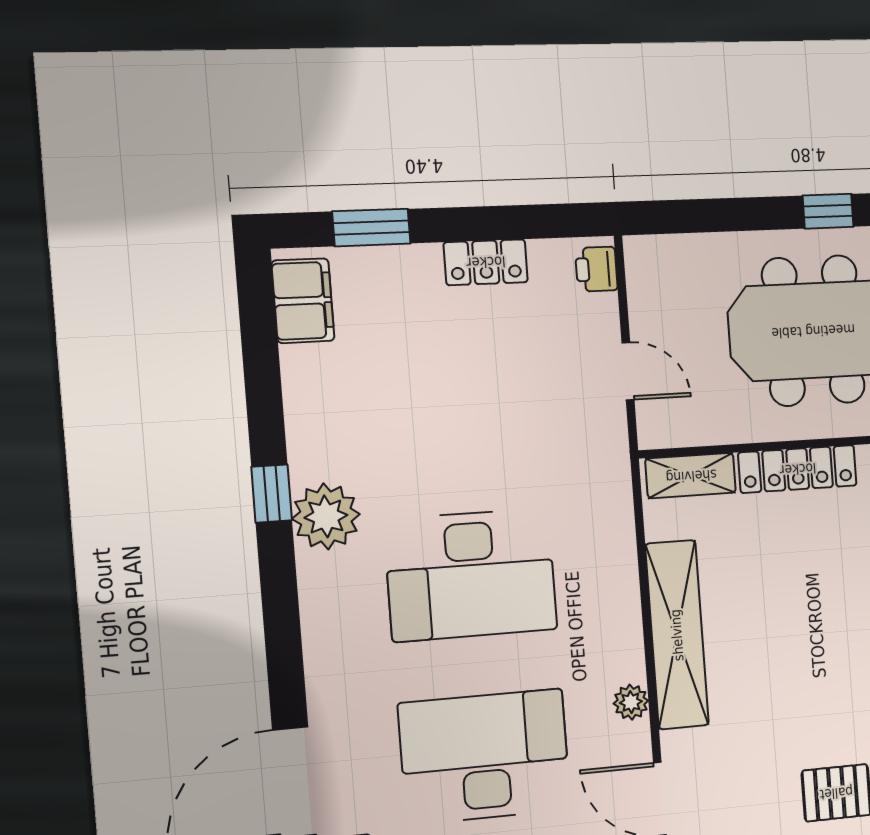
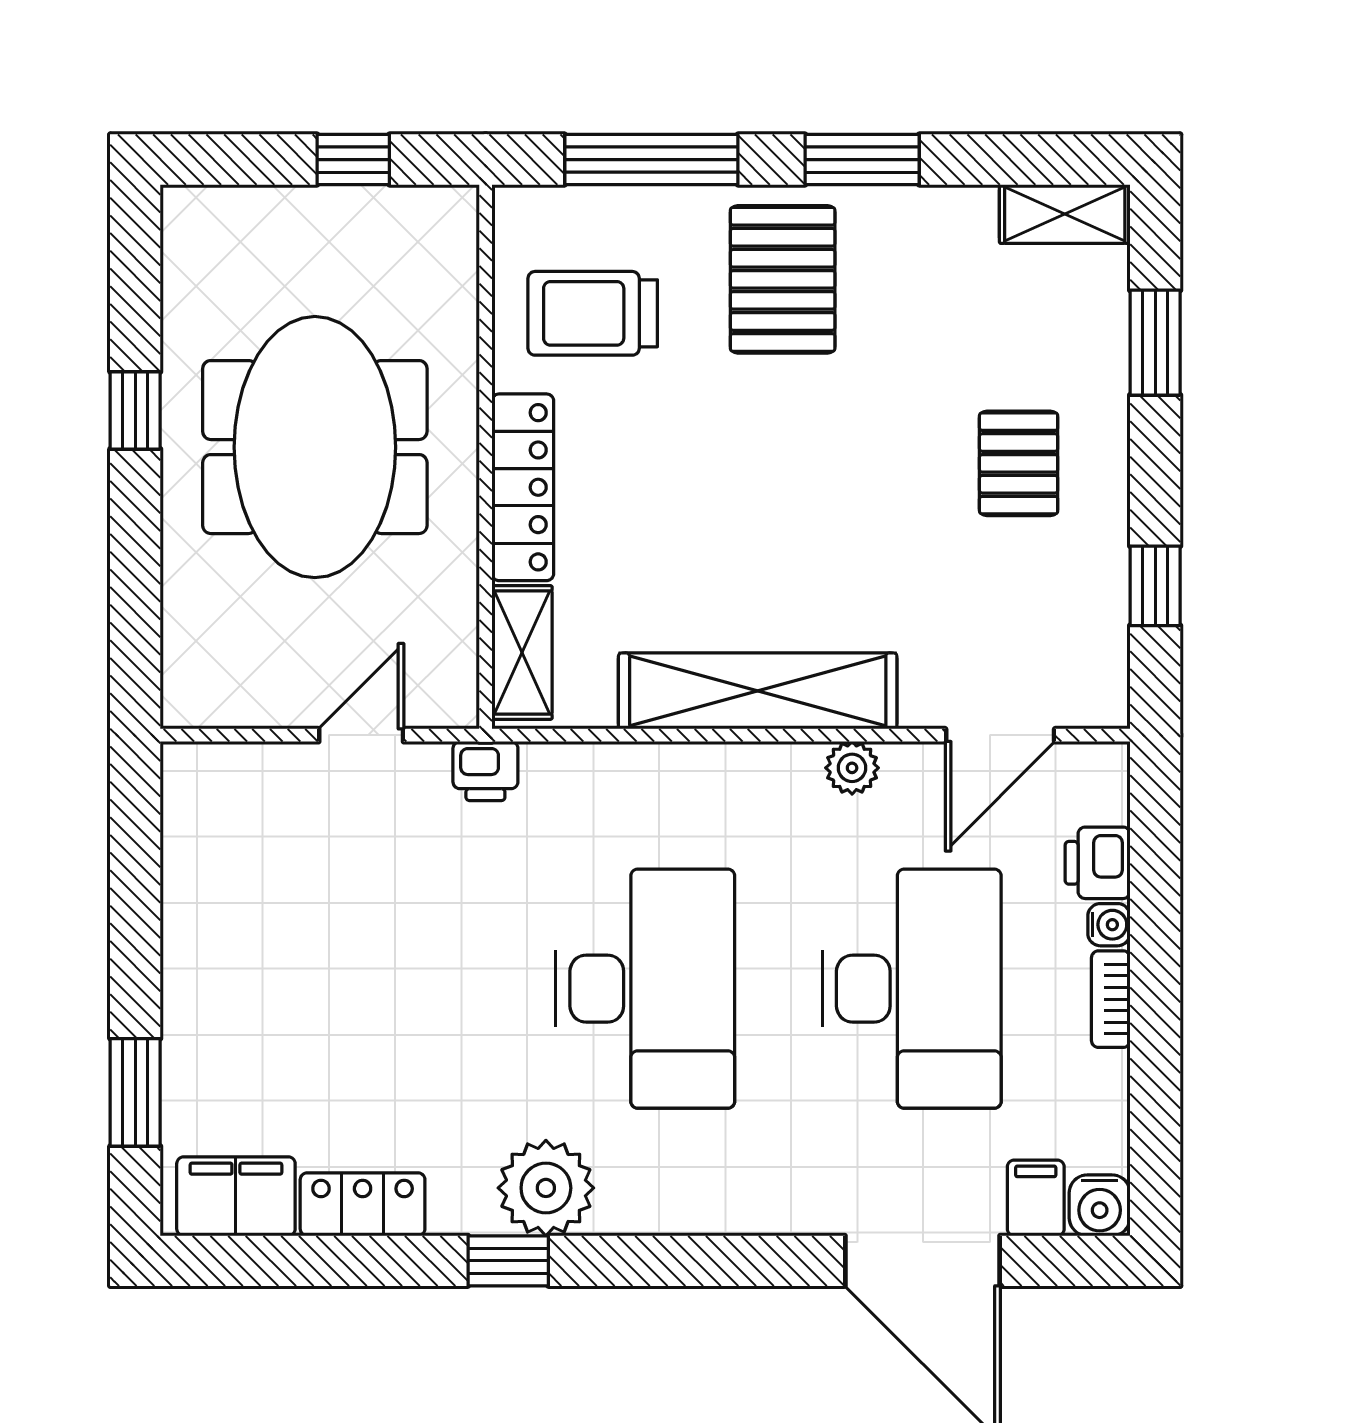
locker: (486, 262) -> (363, 1204), moved, turned -90
printer: (596, 269) -> (485, 771), moved
desk: (485, 756) -> (912, 989), turned 180

